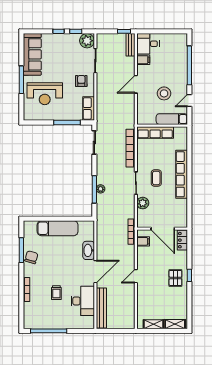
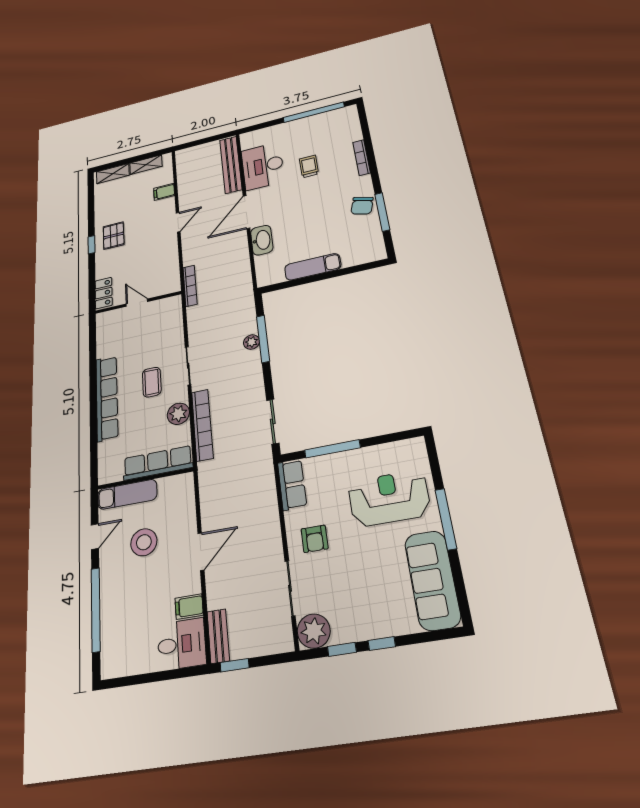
plant: (143, 203) -> (178, 414), moved
exam couch: (58, 228) -> (313, 267), width x0.73, depth x0.69
door: (163, 229) -> (137, 303), width x0.53
filing cabinet: (143, 241) -> (164, 192), moved

